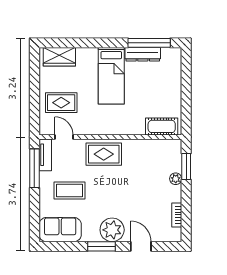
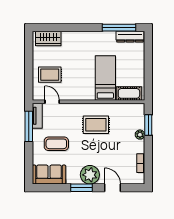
dresser: (143, 54) -> (130, 37), moved
bed: (111, 76) -> (105, 78), moved, turned 180
rug: (104, 154) -> (96, 125), moved

